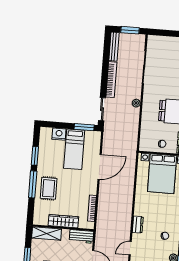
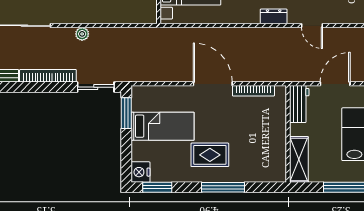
nightstand: (59, 134) -> (140, 172), moved
window: (35, 156) -> (157, 187), moved
door: (100, 167) -> (213, 84), moved
rug: (49, 188) -> (210, 155), moved
wardrobe: (63, 221) -> (277, 134), removed

